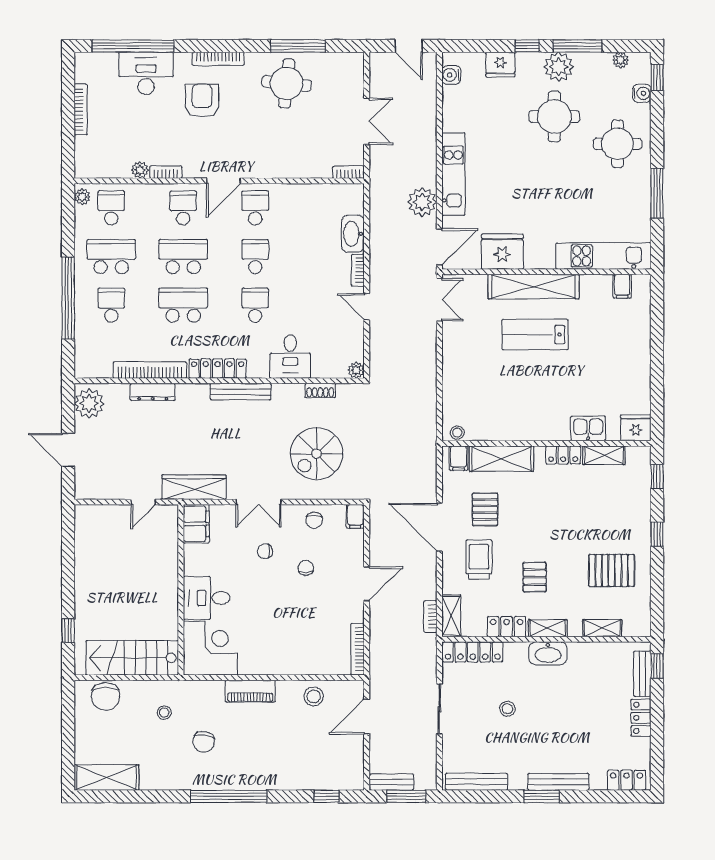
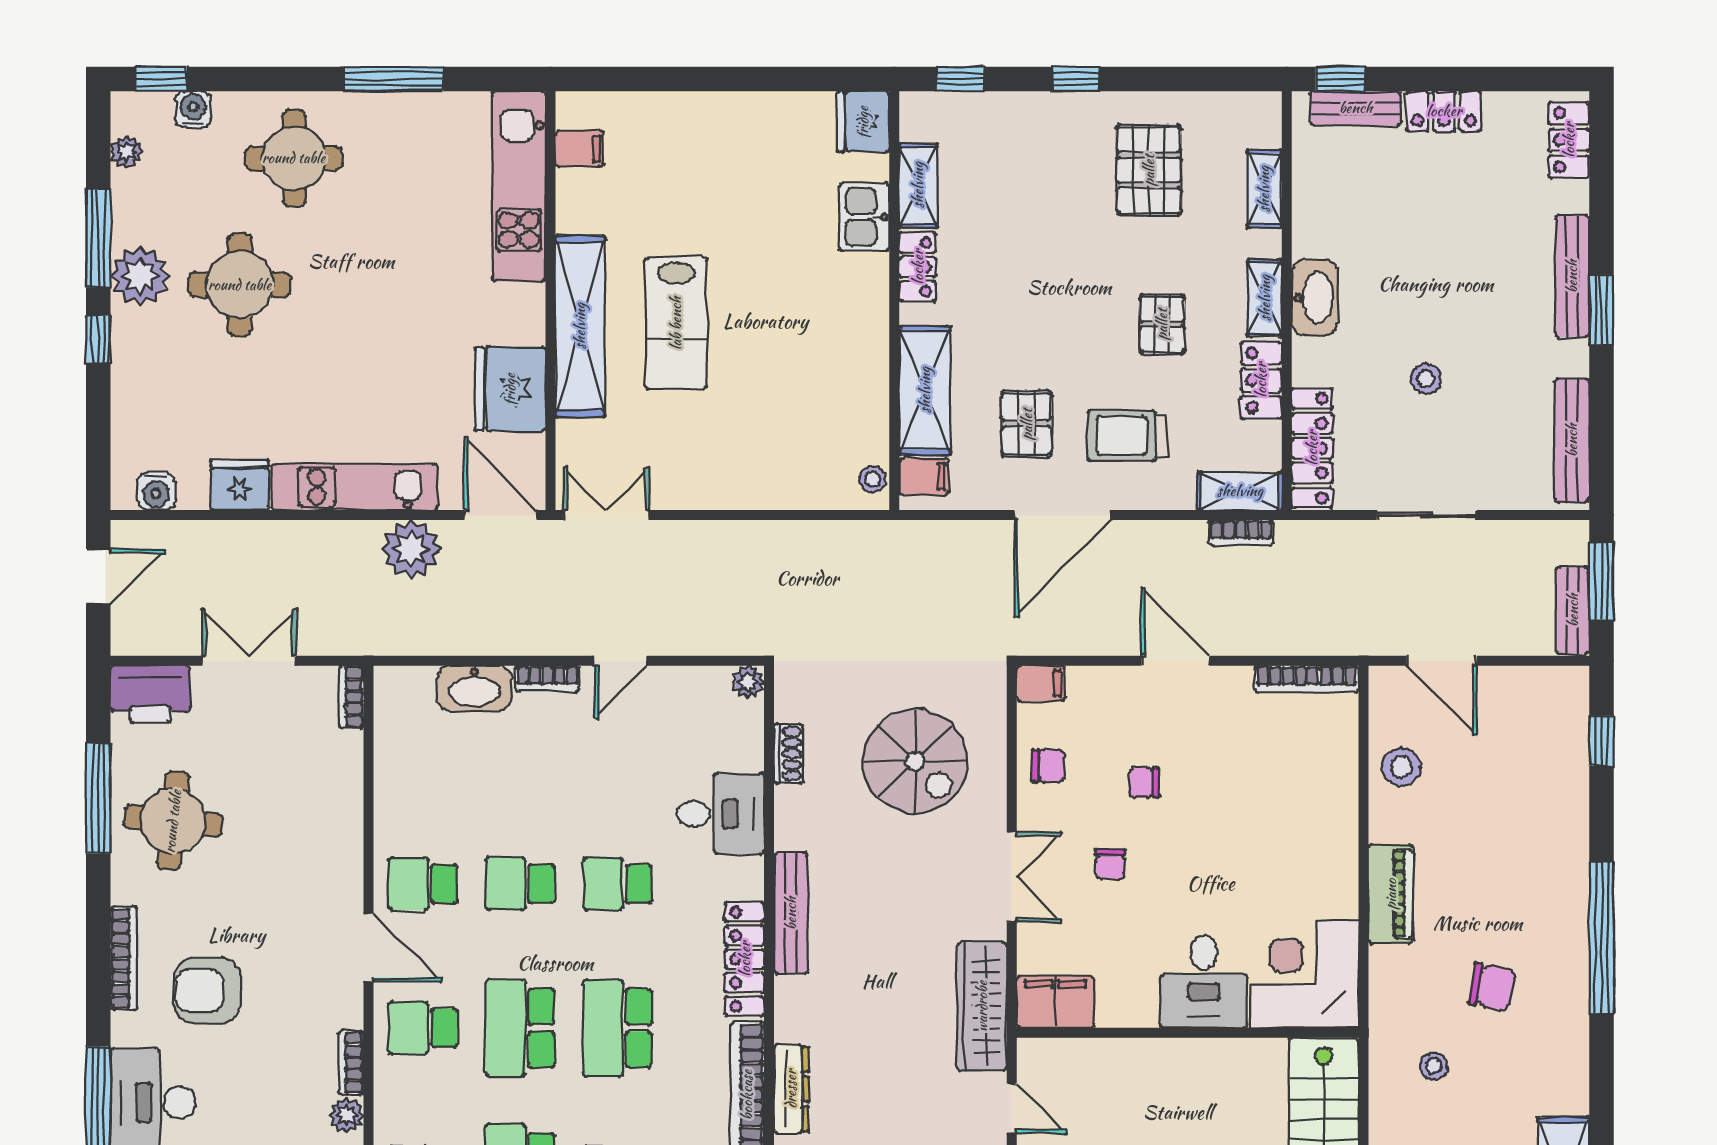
fridge: (500, 65) -> (239, 485), moved, turned -90
printer: (350, 72) -> (150, 694), added
pallet: (485, 509) -> (1027, 424), turned 90
pallet: (535, 577) -> (1162, 324), turned 90

